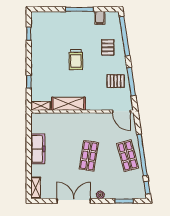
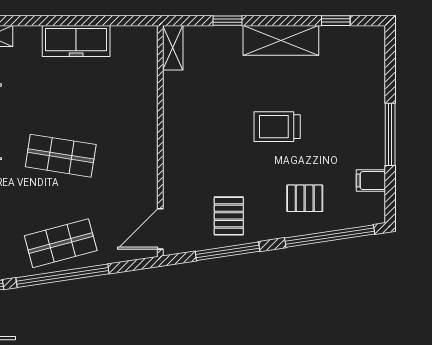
shelving: (68, 104) -> (281, 40), moved, turned 90

